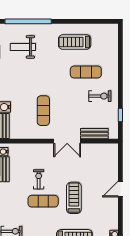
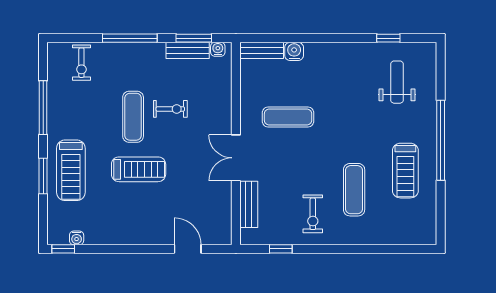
window: (28, 21) -> (441, 140), moved
treadmill: (75, 42) -> (405, 171), turned 180
door: (120, 189) -> (188, 249), moved

